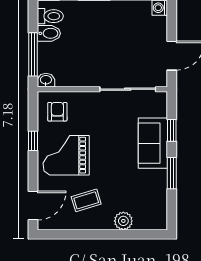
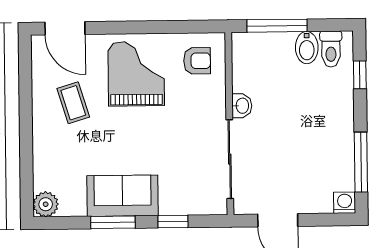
washbasin: (46, 80) -> (242, 106), moved
window: (33, 141) -> (156, 27), removed
sofa: (153, 143) -> (123, 196), moved
plant: (123, 221) -> (46, 204), moved

